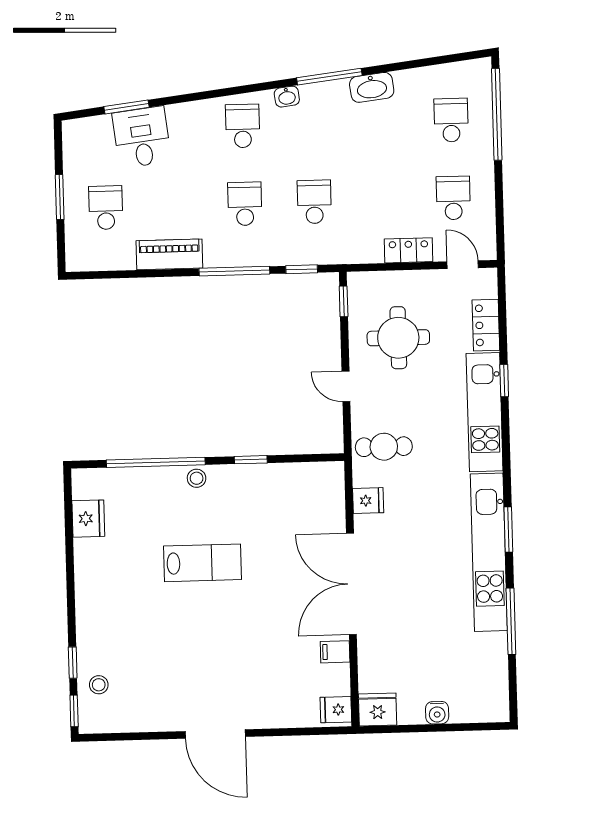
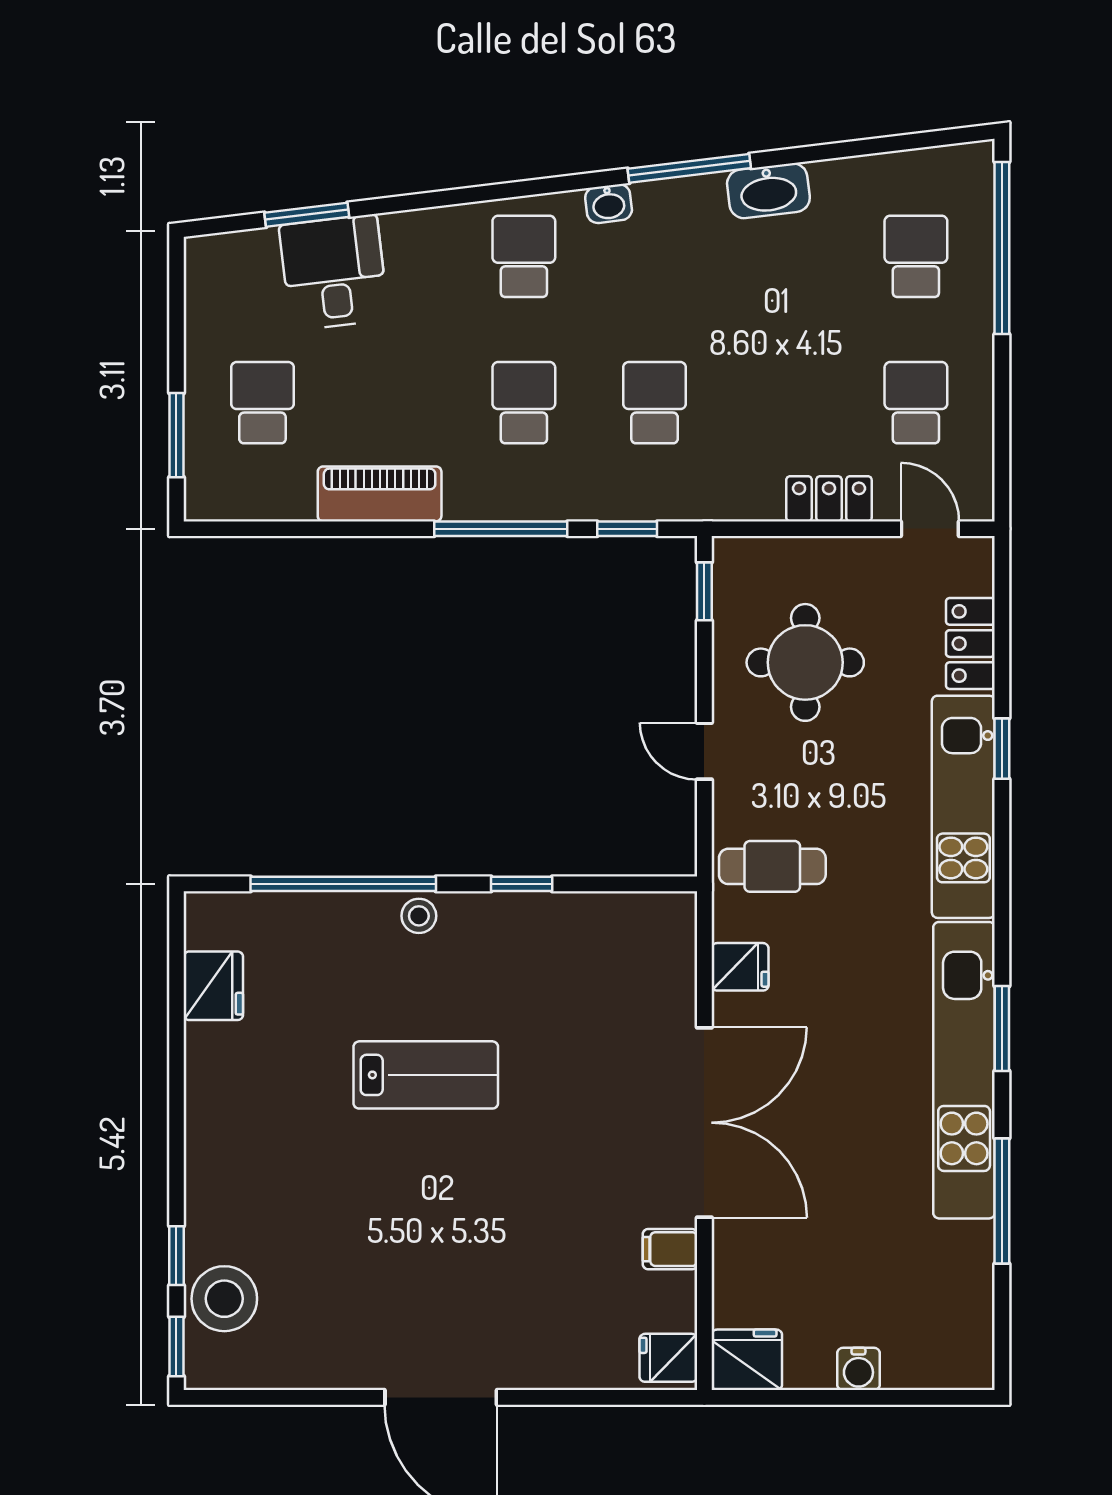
window: (60, 197) -> (176, 435), moved
double door: (351, 584) -> (704, 1123), swing flipped
stool: (99, 685) -> (224, 1299), width x1.89, depth x1.89

